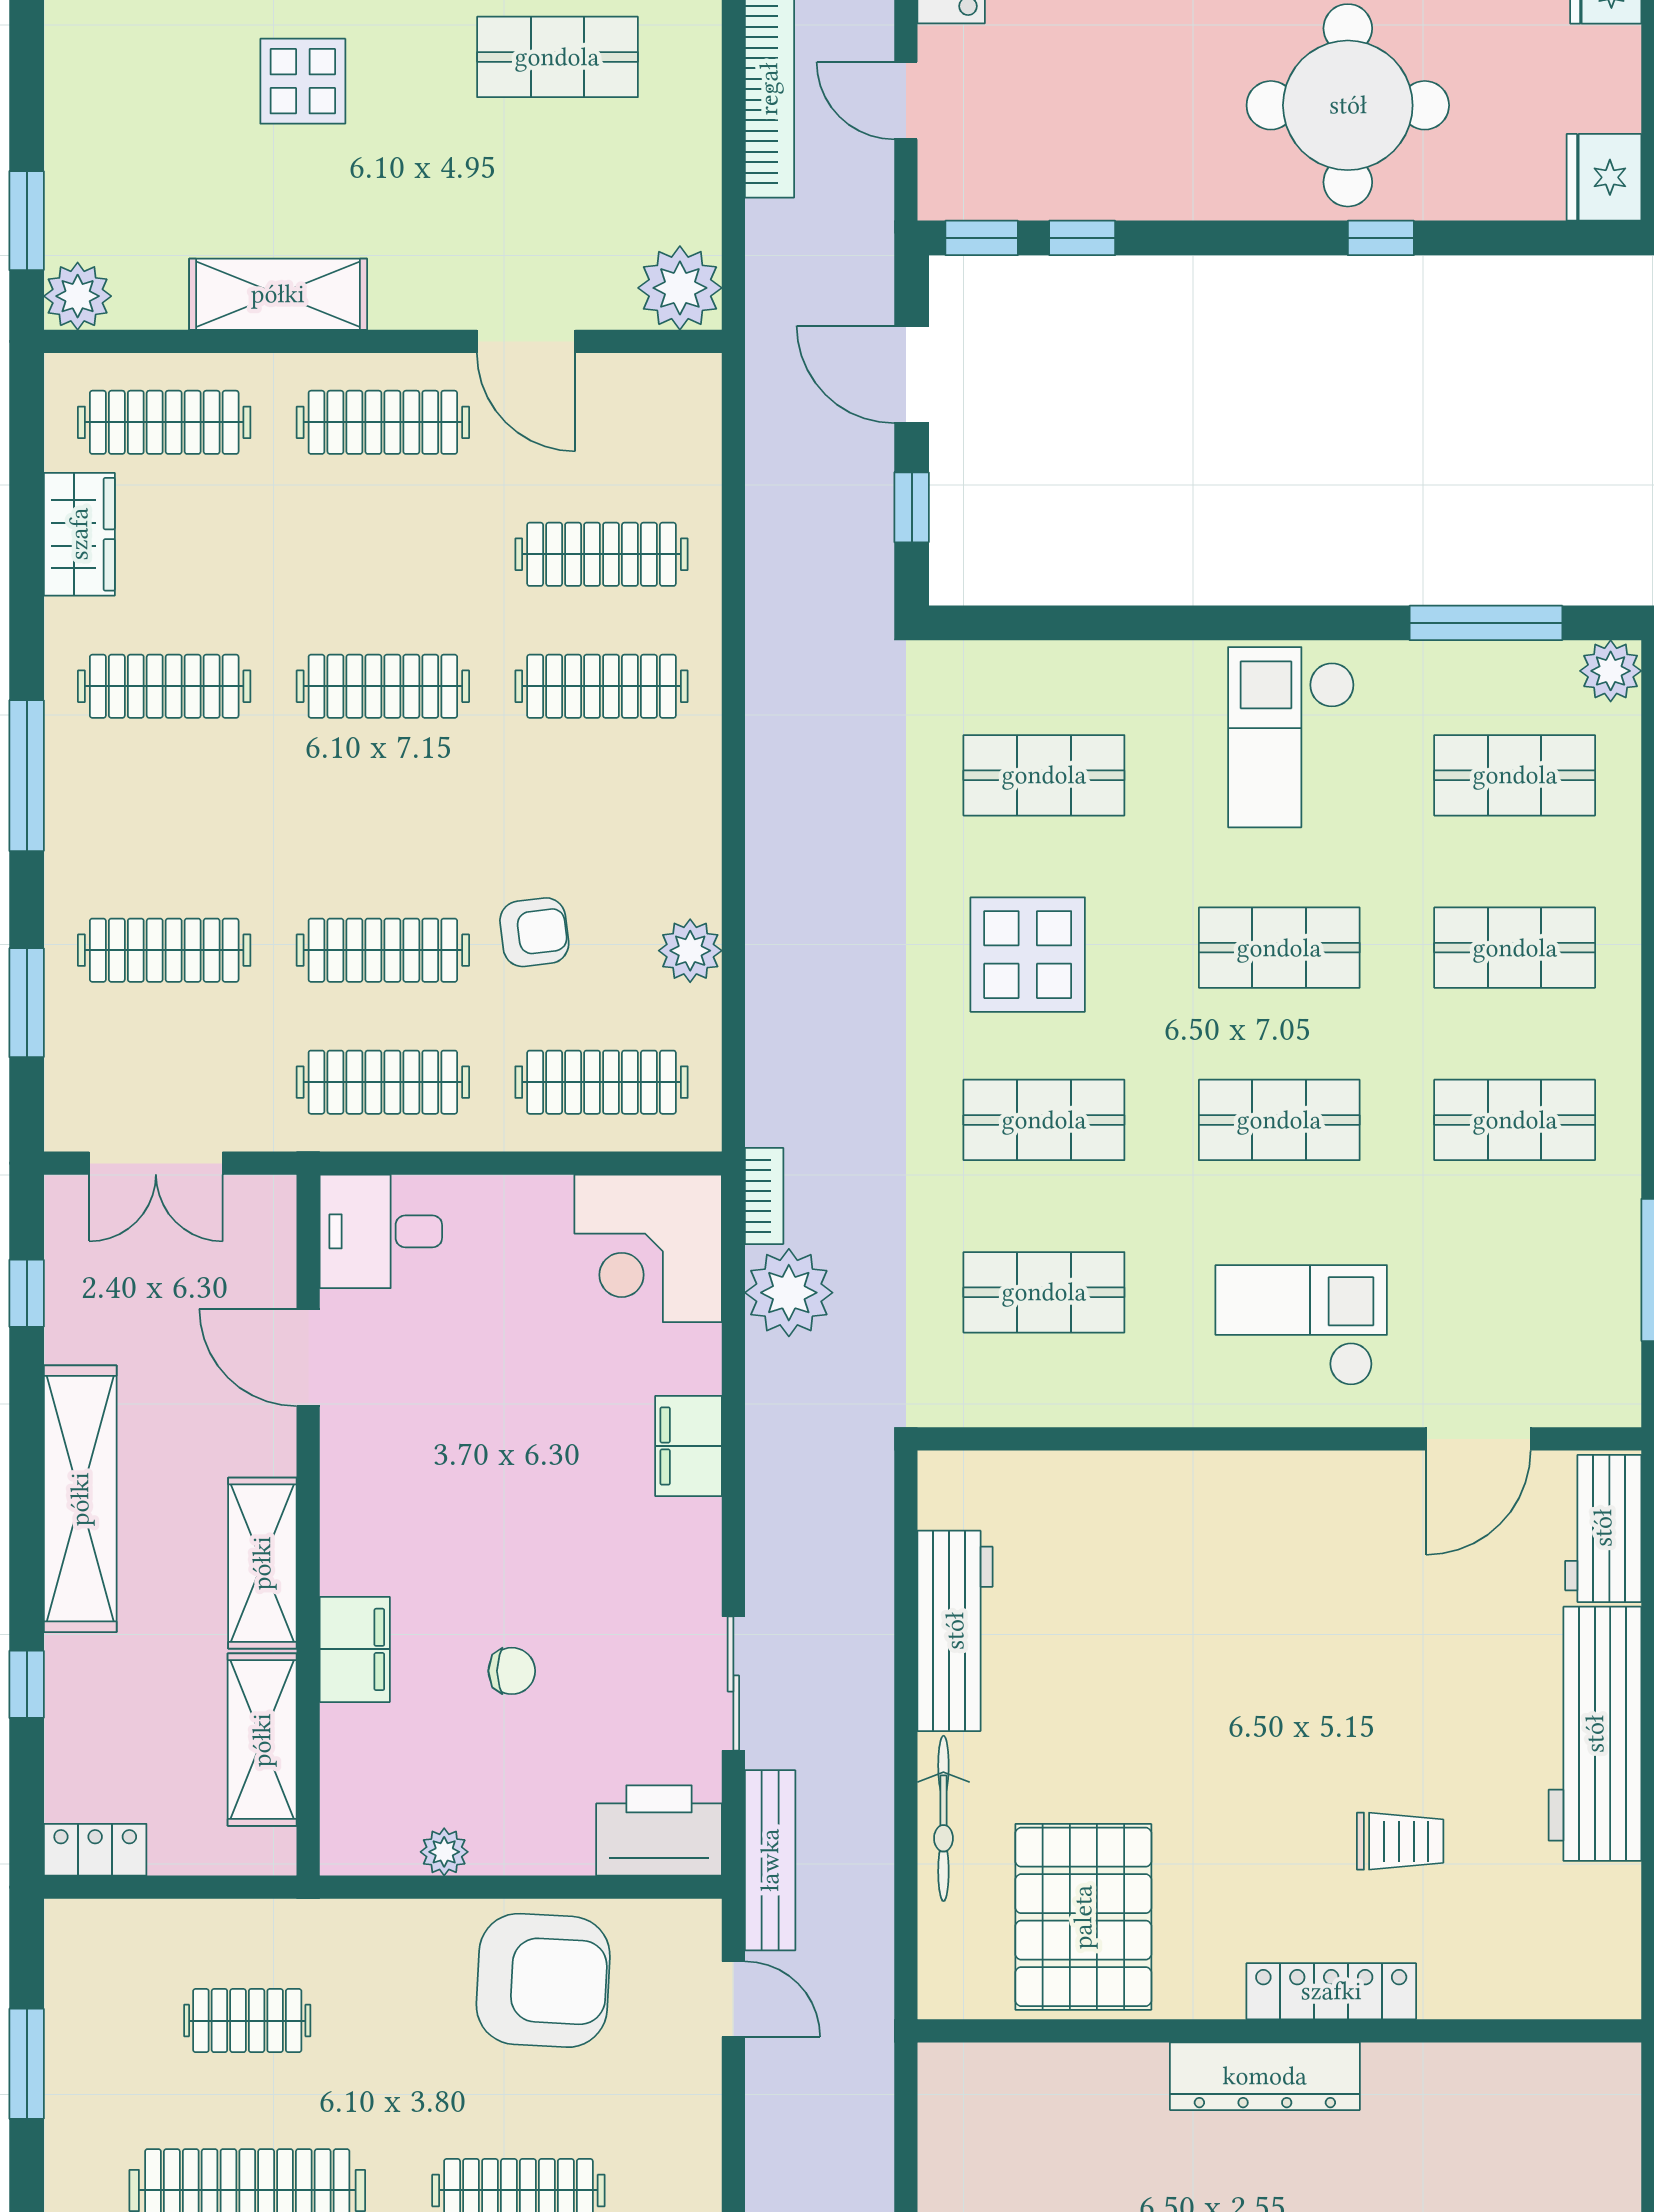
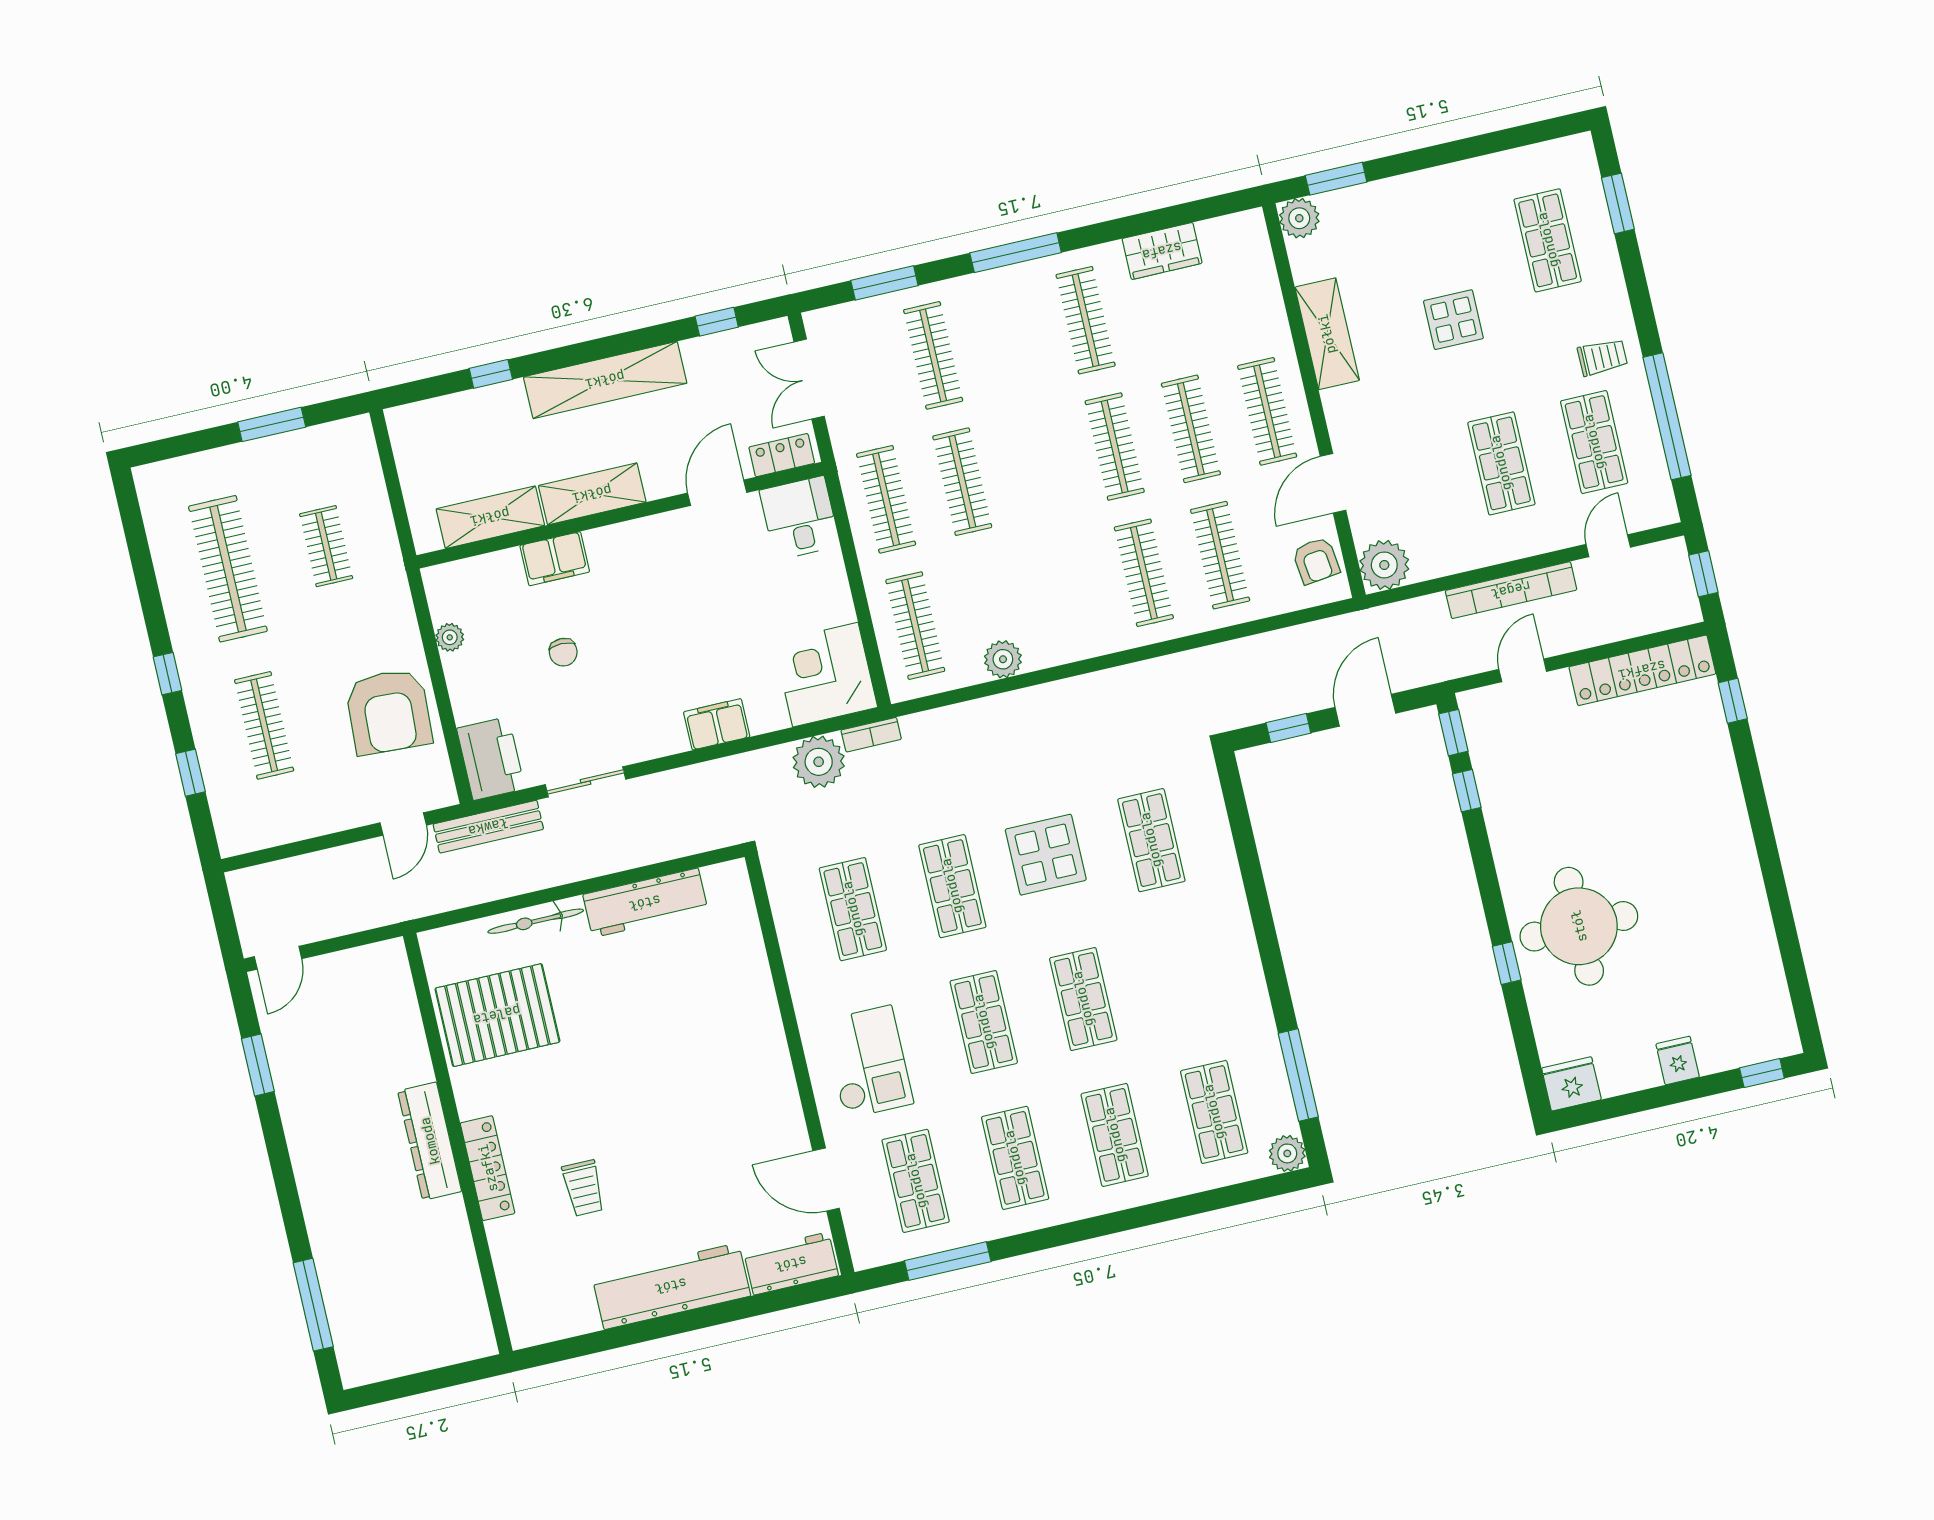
clothes rail: (164, 422) -> (1191, 429), moved
checkout: (1291, 737) -> (1206, 978), removed
armchair: (534, 932) -> (1316, 561), moved
shop shelf: (1515, 1292) -> (916, 1181), added
locker: (95, 1850) -> (782, 455), moved, turned -90

